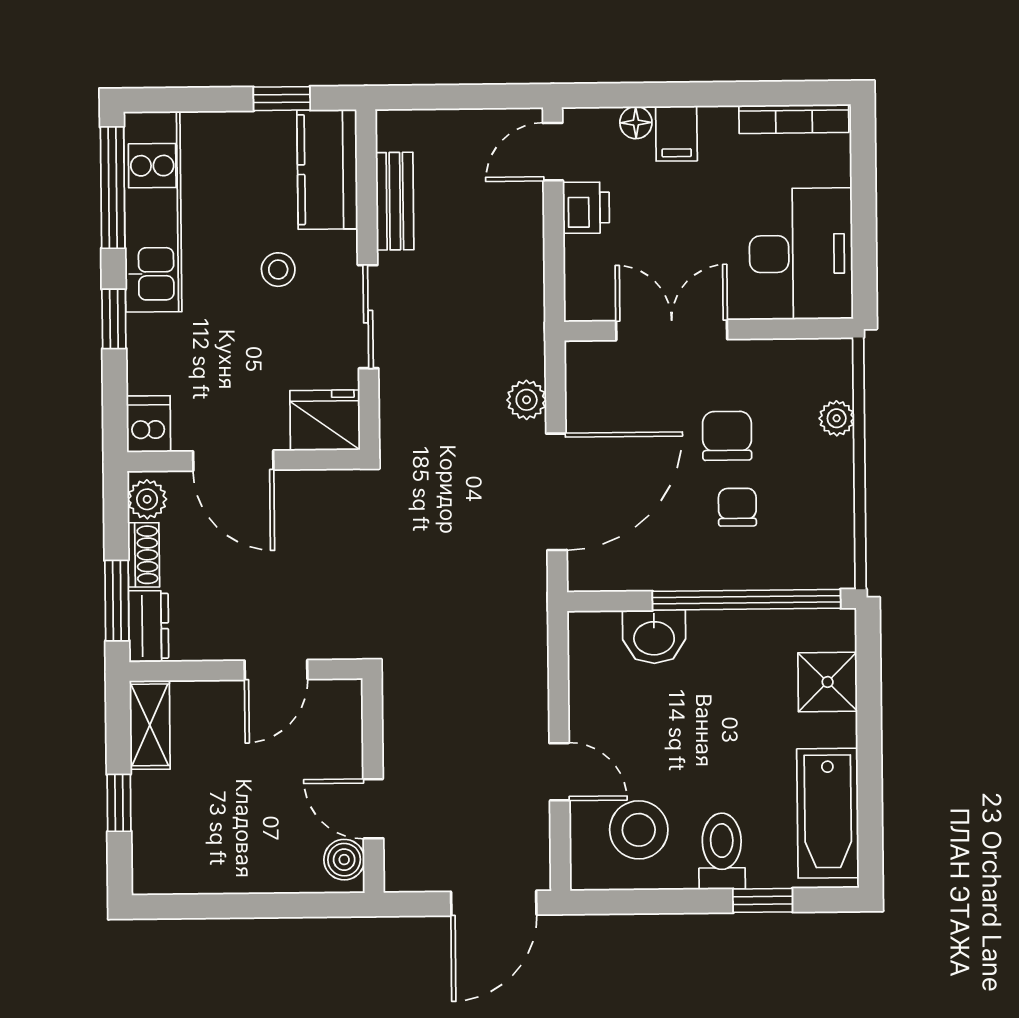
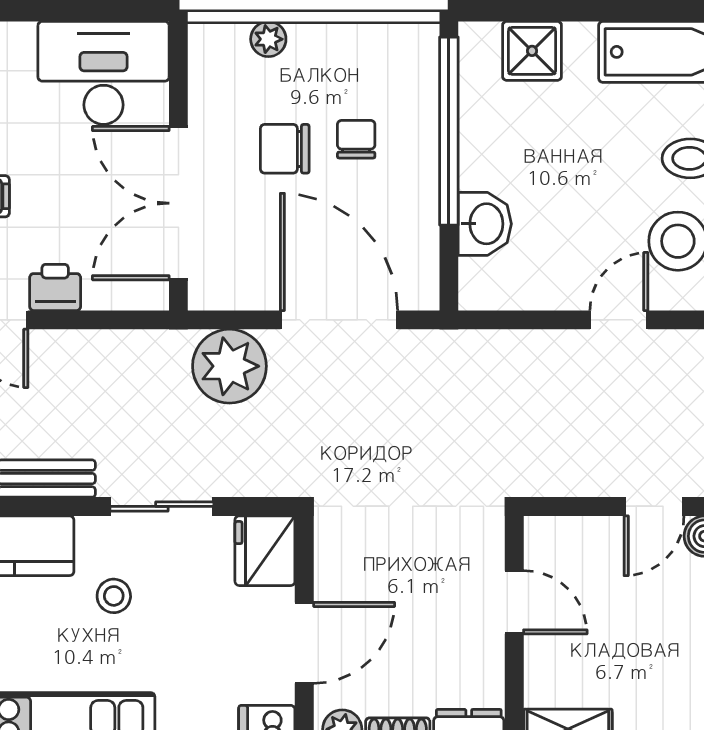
double door: (672, 330) -> (178, 203), width x1.37
plant: (527, 400) -> (229, 366), width x1.88, depth x1.88
chair: (737, 507) -> (356, 139), turned 90

